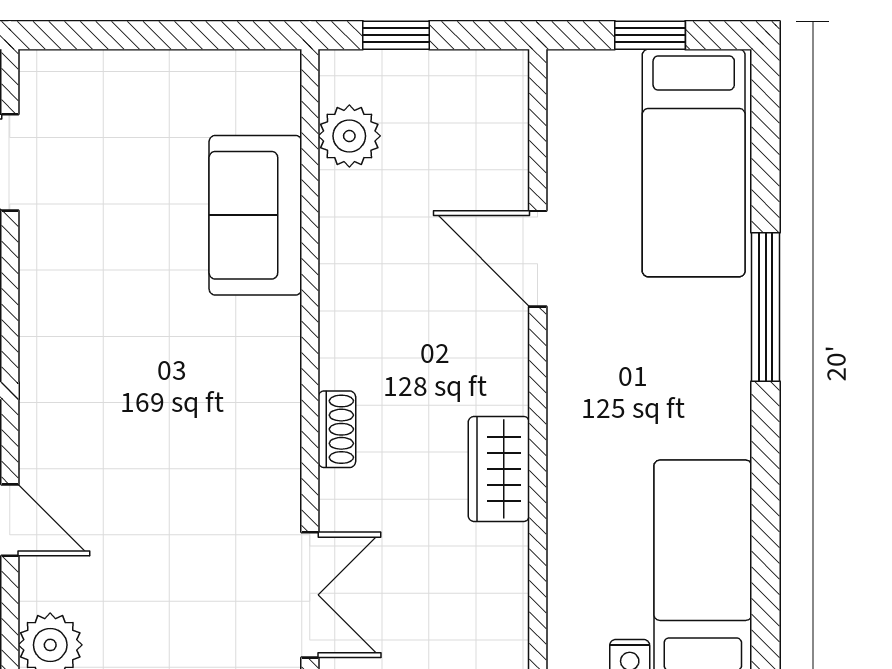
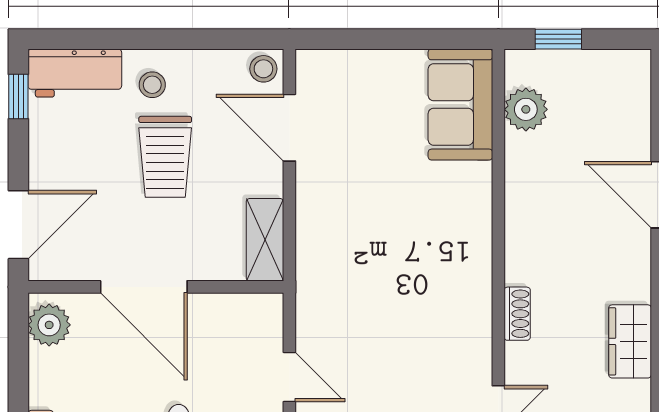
sofa: (255, 215) -> (460, 104), moved

